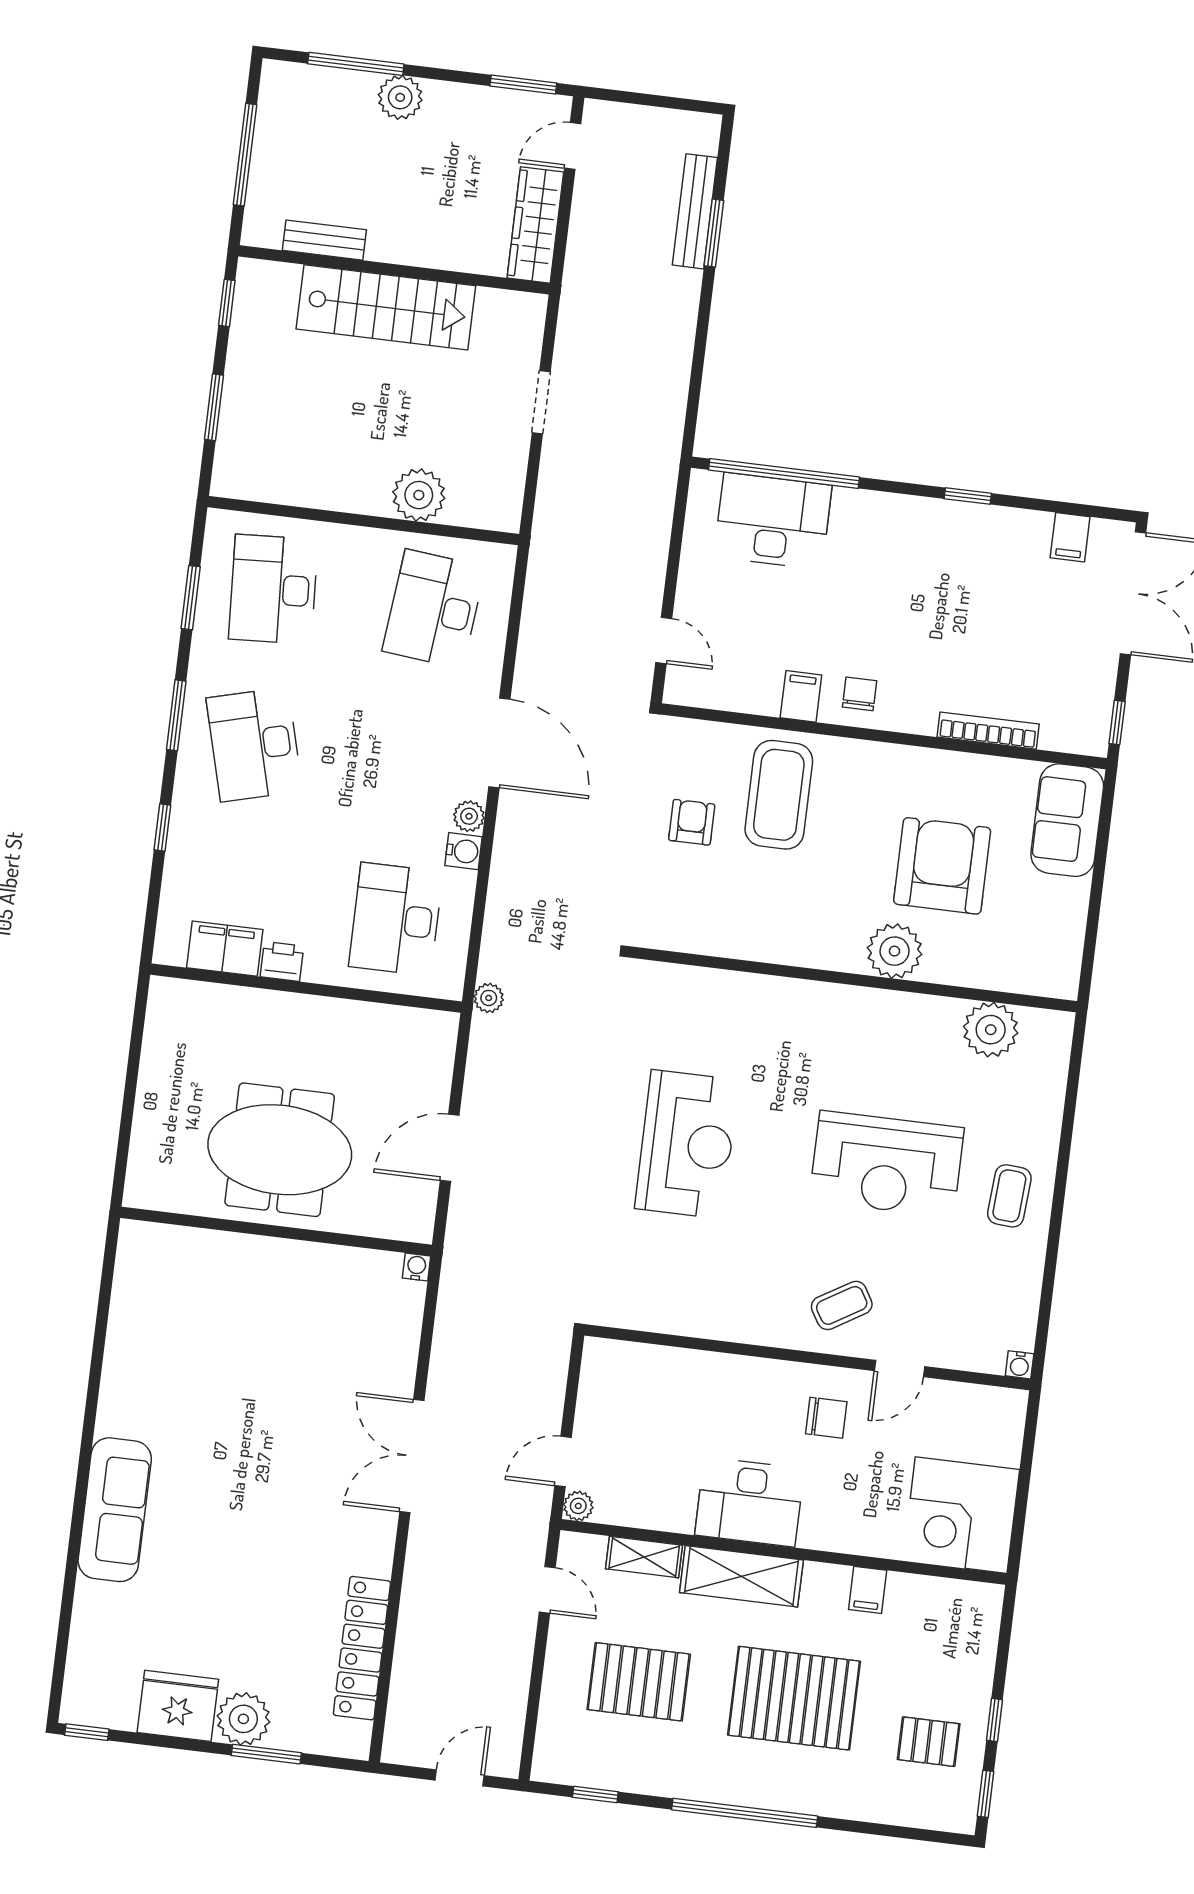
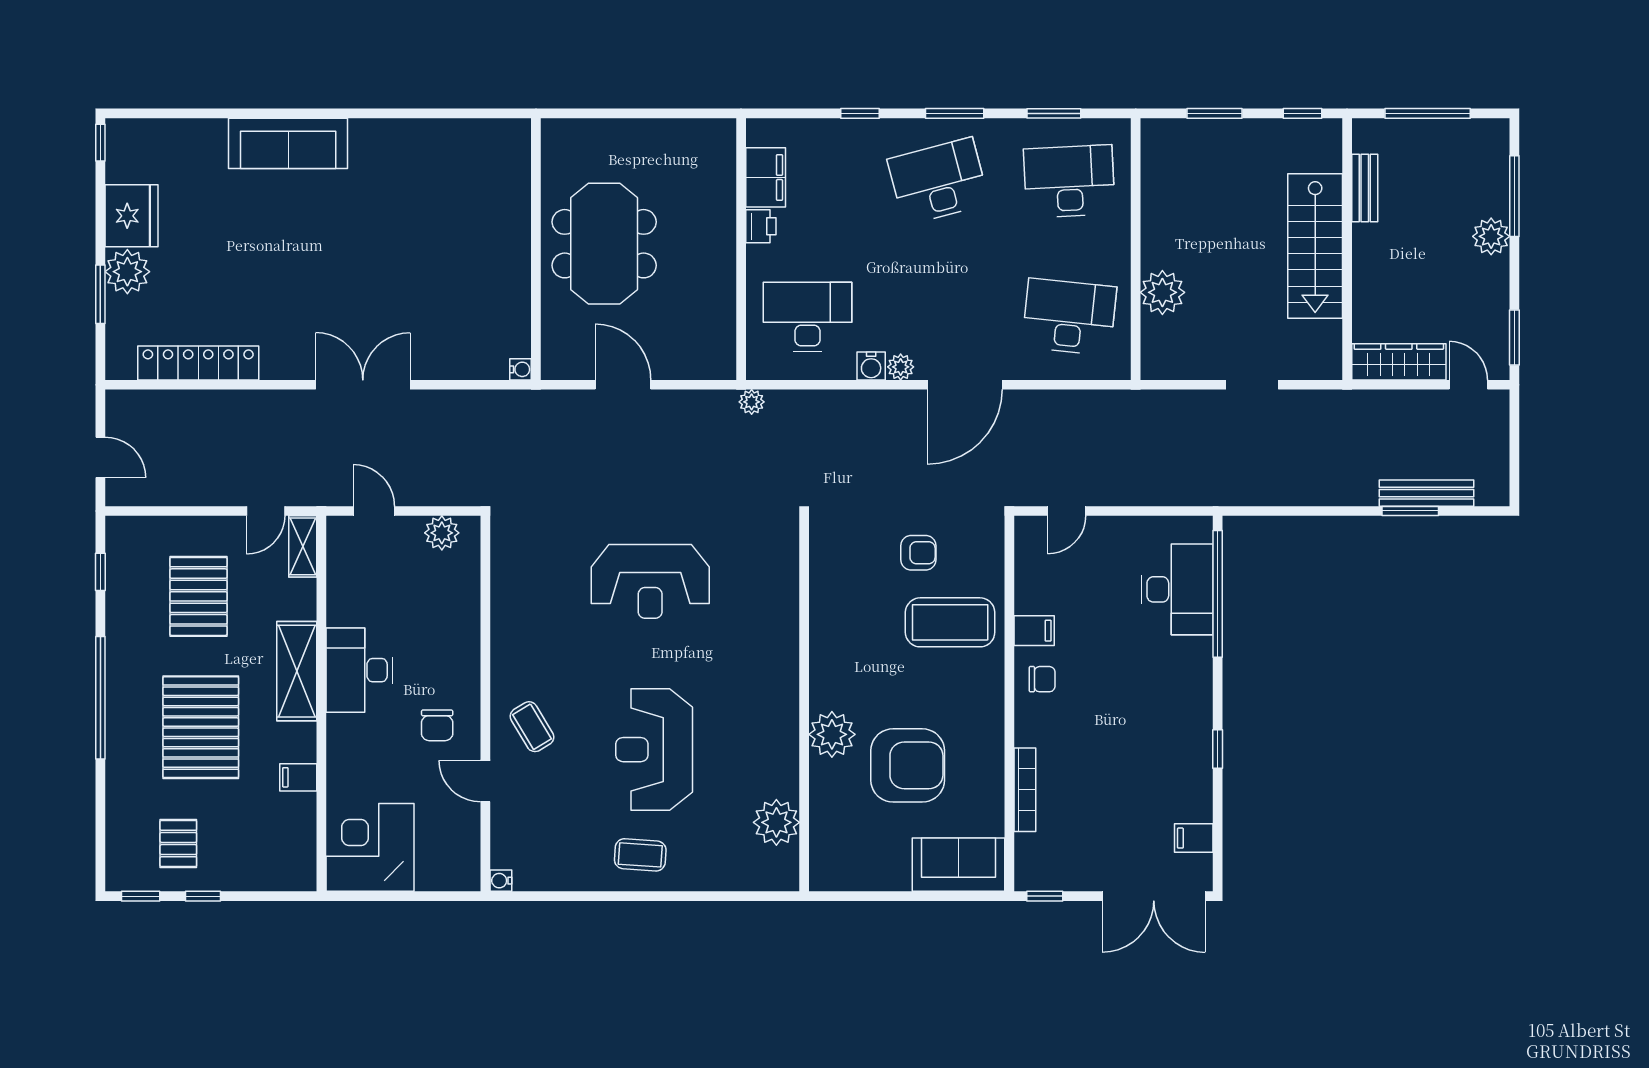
plant: (578, 1506) -> (442, 533), moved, width x1.38, depth x1.38
shelving: (644, 1557) -> (303, 546), moved

